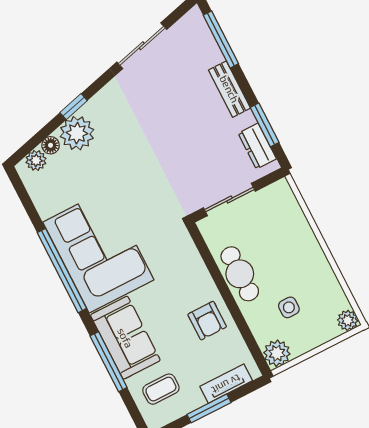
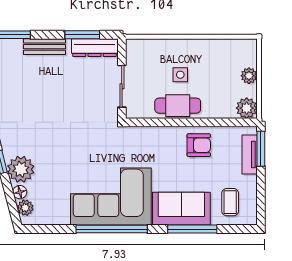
dresser: (257, 146) -> (94, 48), width x1.44
side table: (289, 307) -> (180, 75), moved
plant: (348, 320) -> (249, 76), moved
window: (209, 408) -> (261, 149), moved

